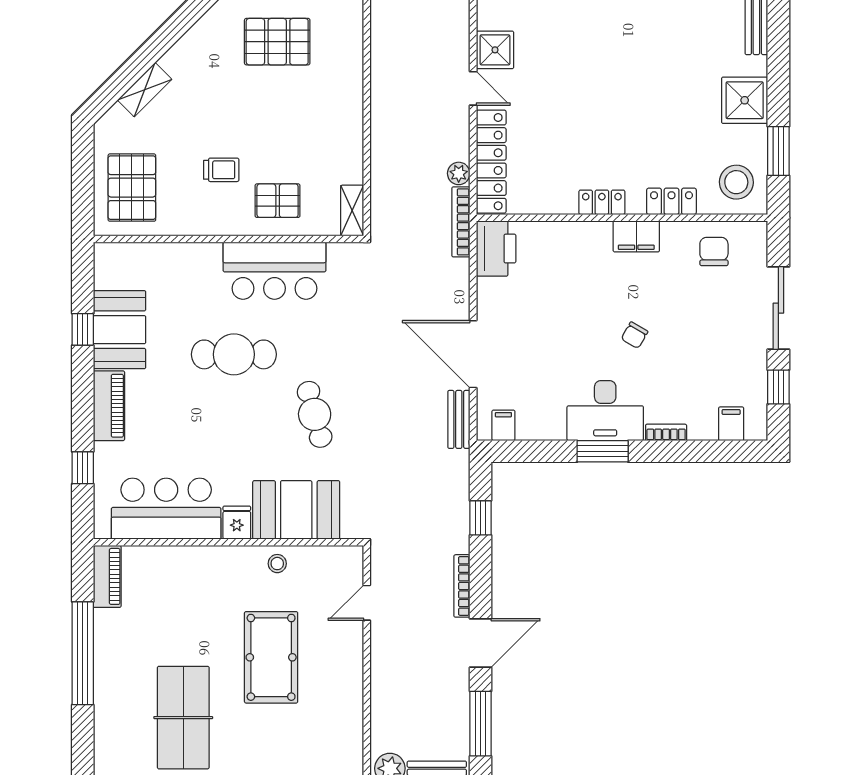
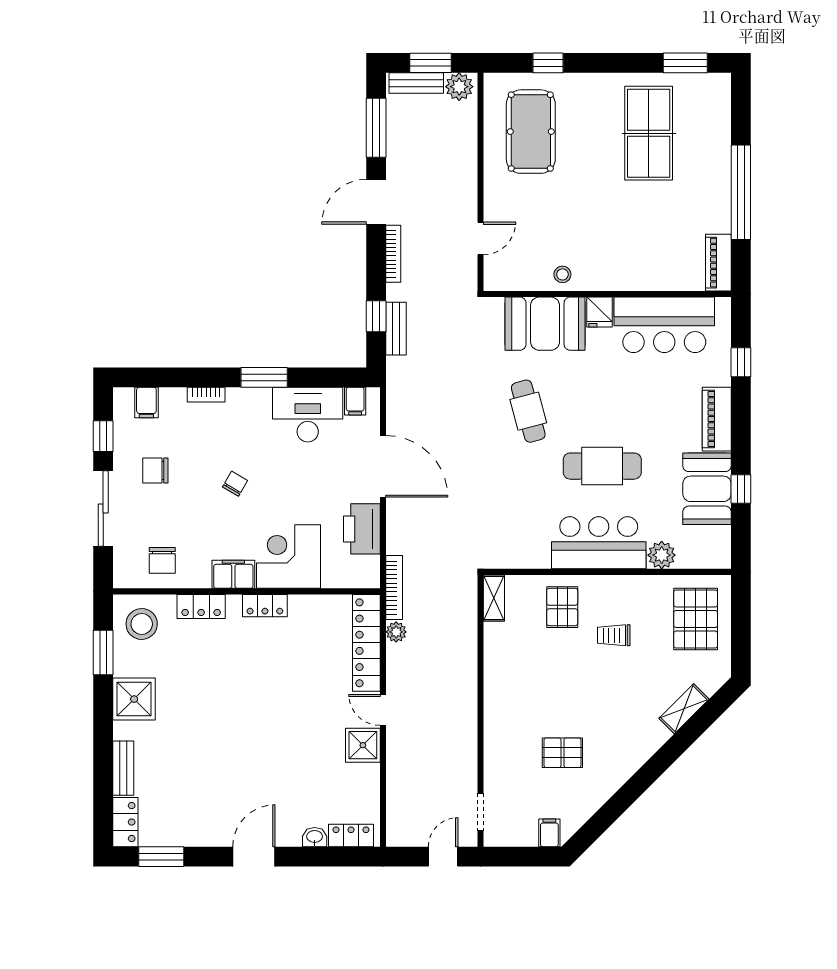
pallet: (277, 42) -> (562, 753), width x0.67, depth x0.71
pallet: (278, 201) -> (562, 607), turned 90
printer: (496, 249) -> (362, 529), moved
corner desk: (576, 256) -> (289, 556), added
plant: (169, 257) -> (662, 555), added
bar counter: (274, 271) -> (599, 543), moved
chair: (721, 350) -> (155, 471), added
desk: (605, 411) -> (308, 415), moved
bench: (459, 419) -> (396, 329), moved
pool table: (271, 657) -> (531, 132), moved

